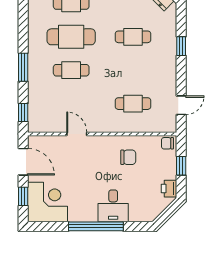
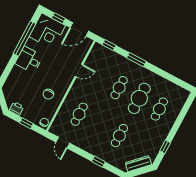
desk: (113, 206) -> (29, 60), moved
window: (96, 226) -> (24, 39), moved

